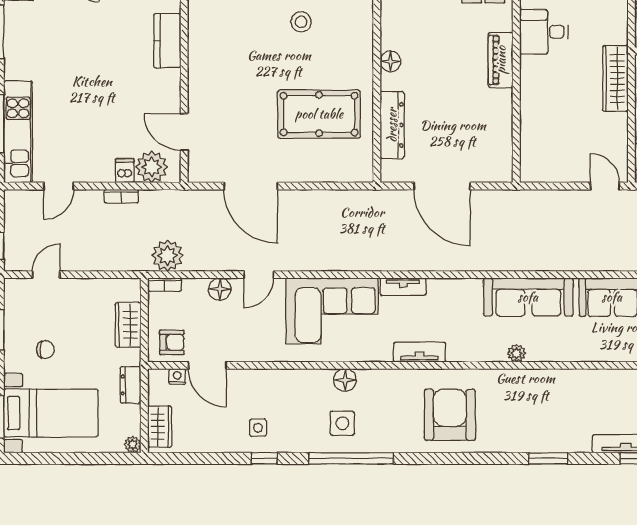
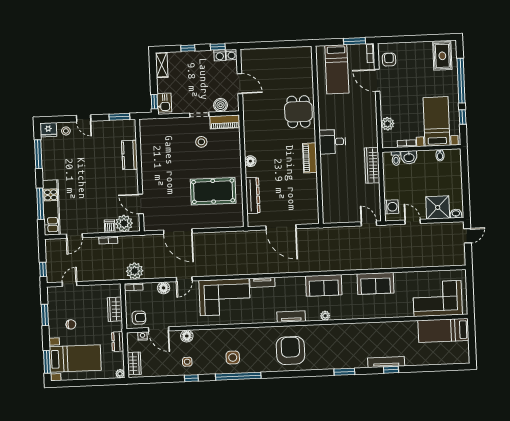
sofa: (528, 297) -> (324, 285), width x0.73
tv unit: (419, 352) -> (291, 317), moved
floor lamp: (345, 380) -> (187, 336), moved

